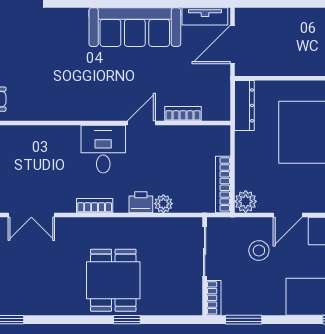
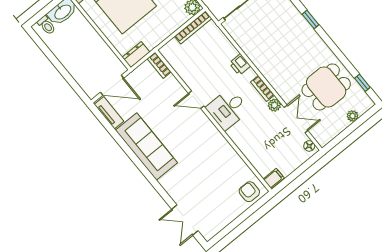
dresser: (244, 105) -> (136, 55), width x0.70
bookcase: (183, 114) -> (159, 65), moved
plant: (163, 204) -> (274, 105), moved
dining table: (113, 280) -> (326, 87), moved

